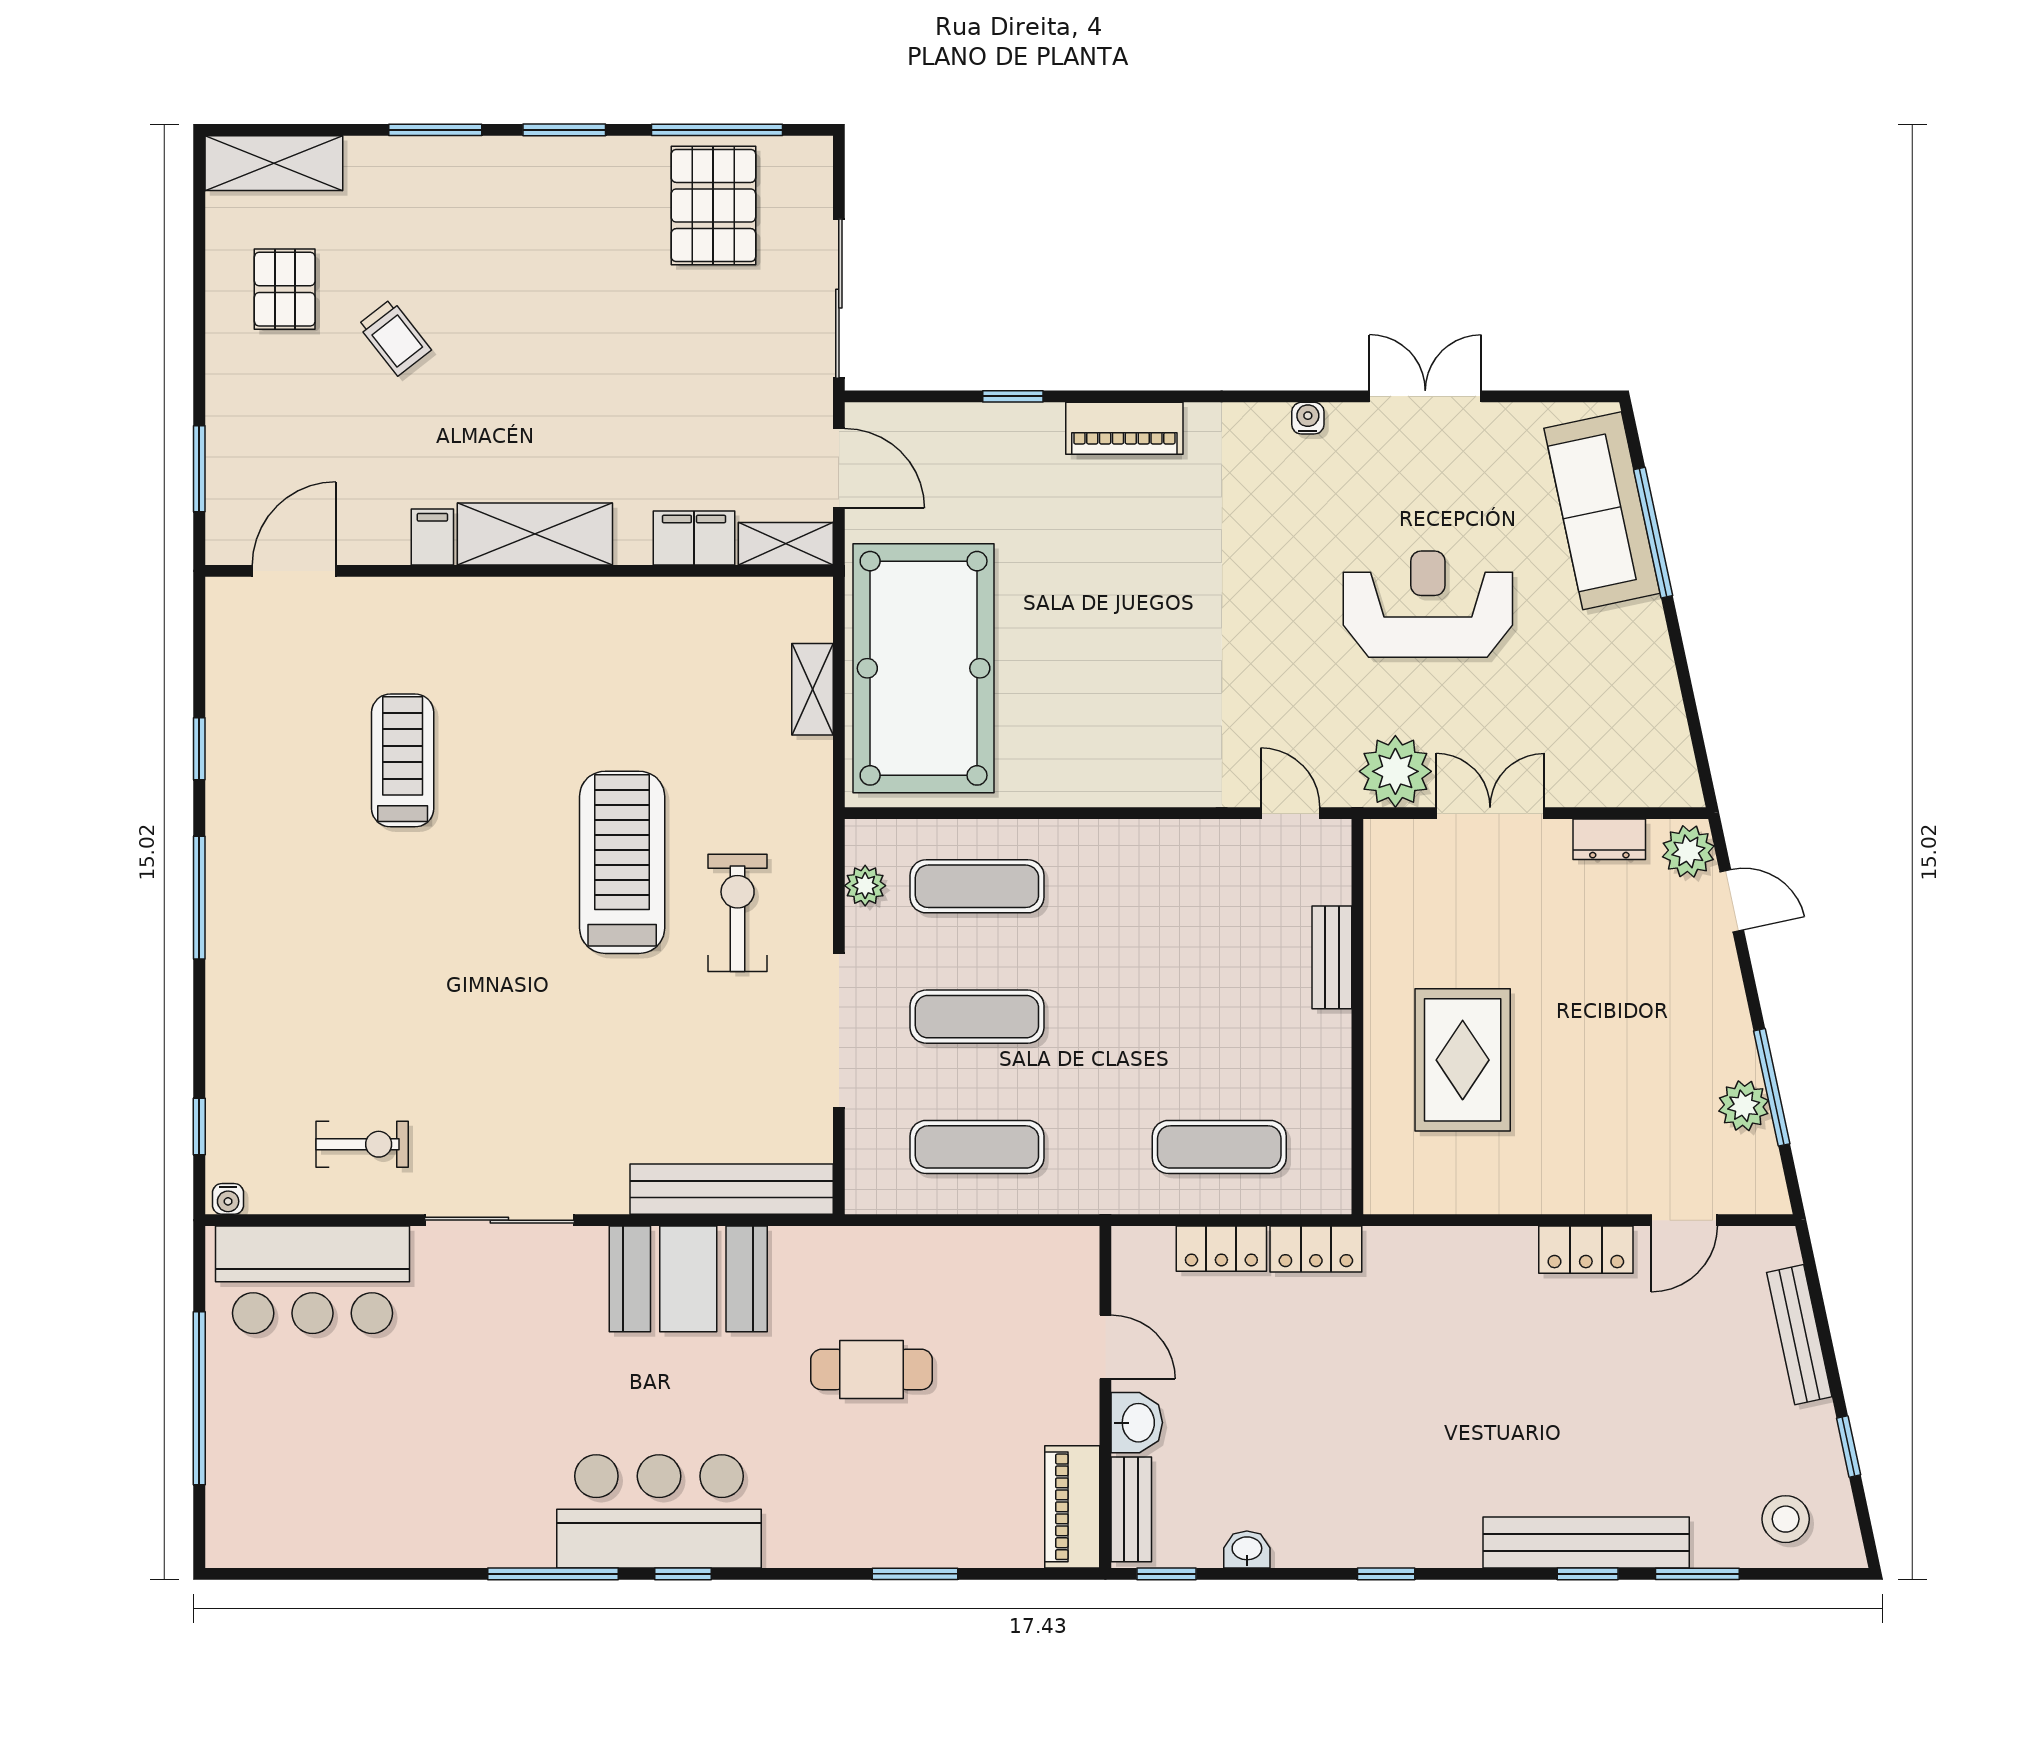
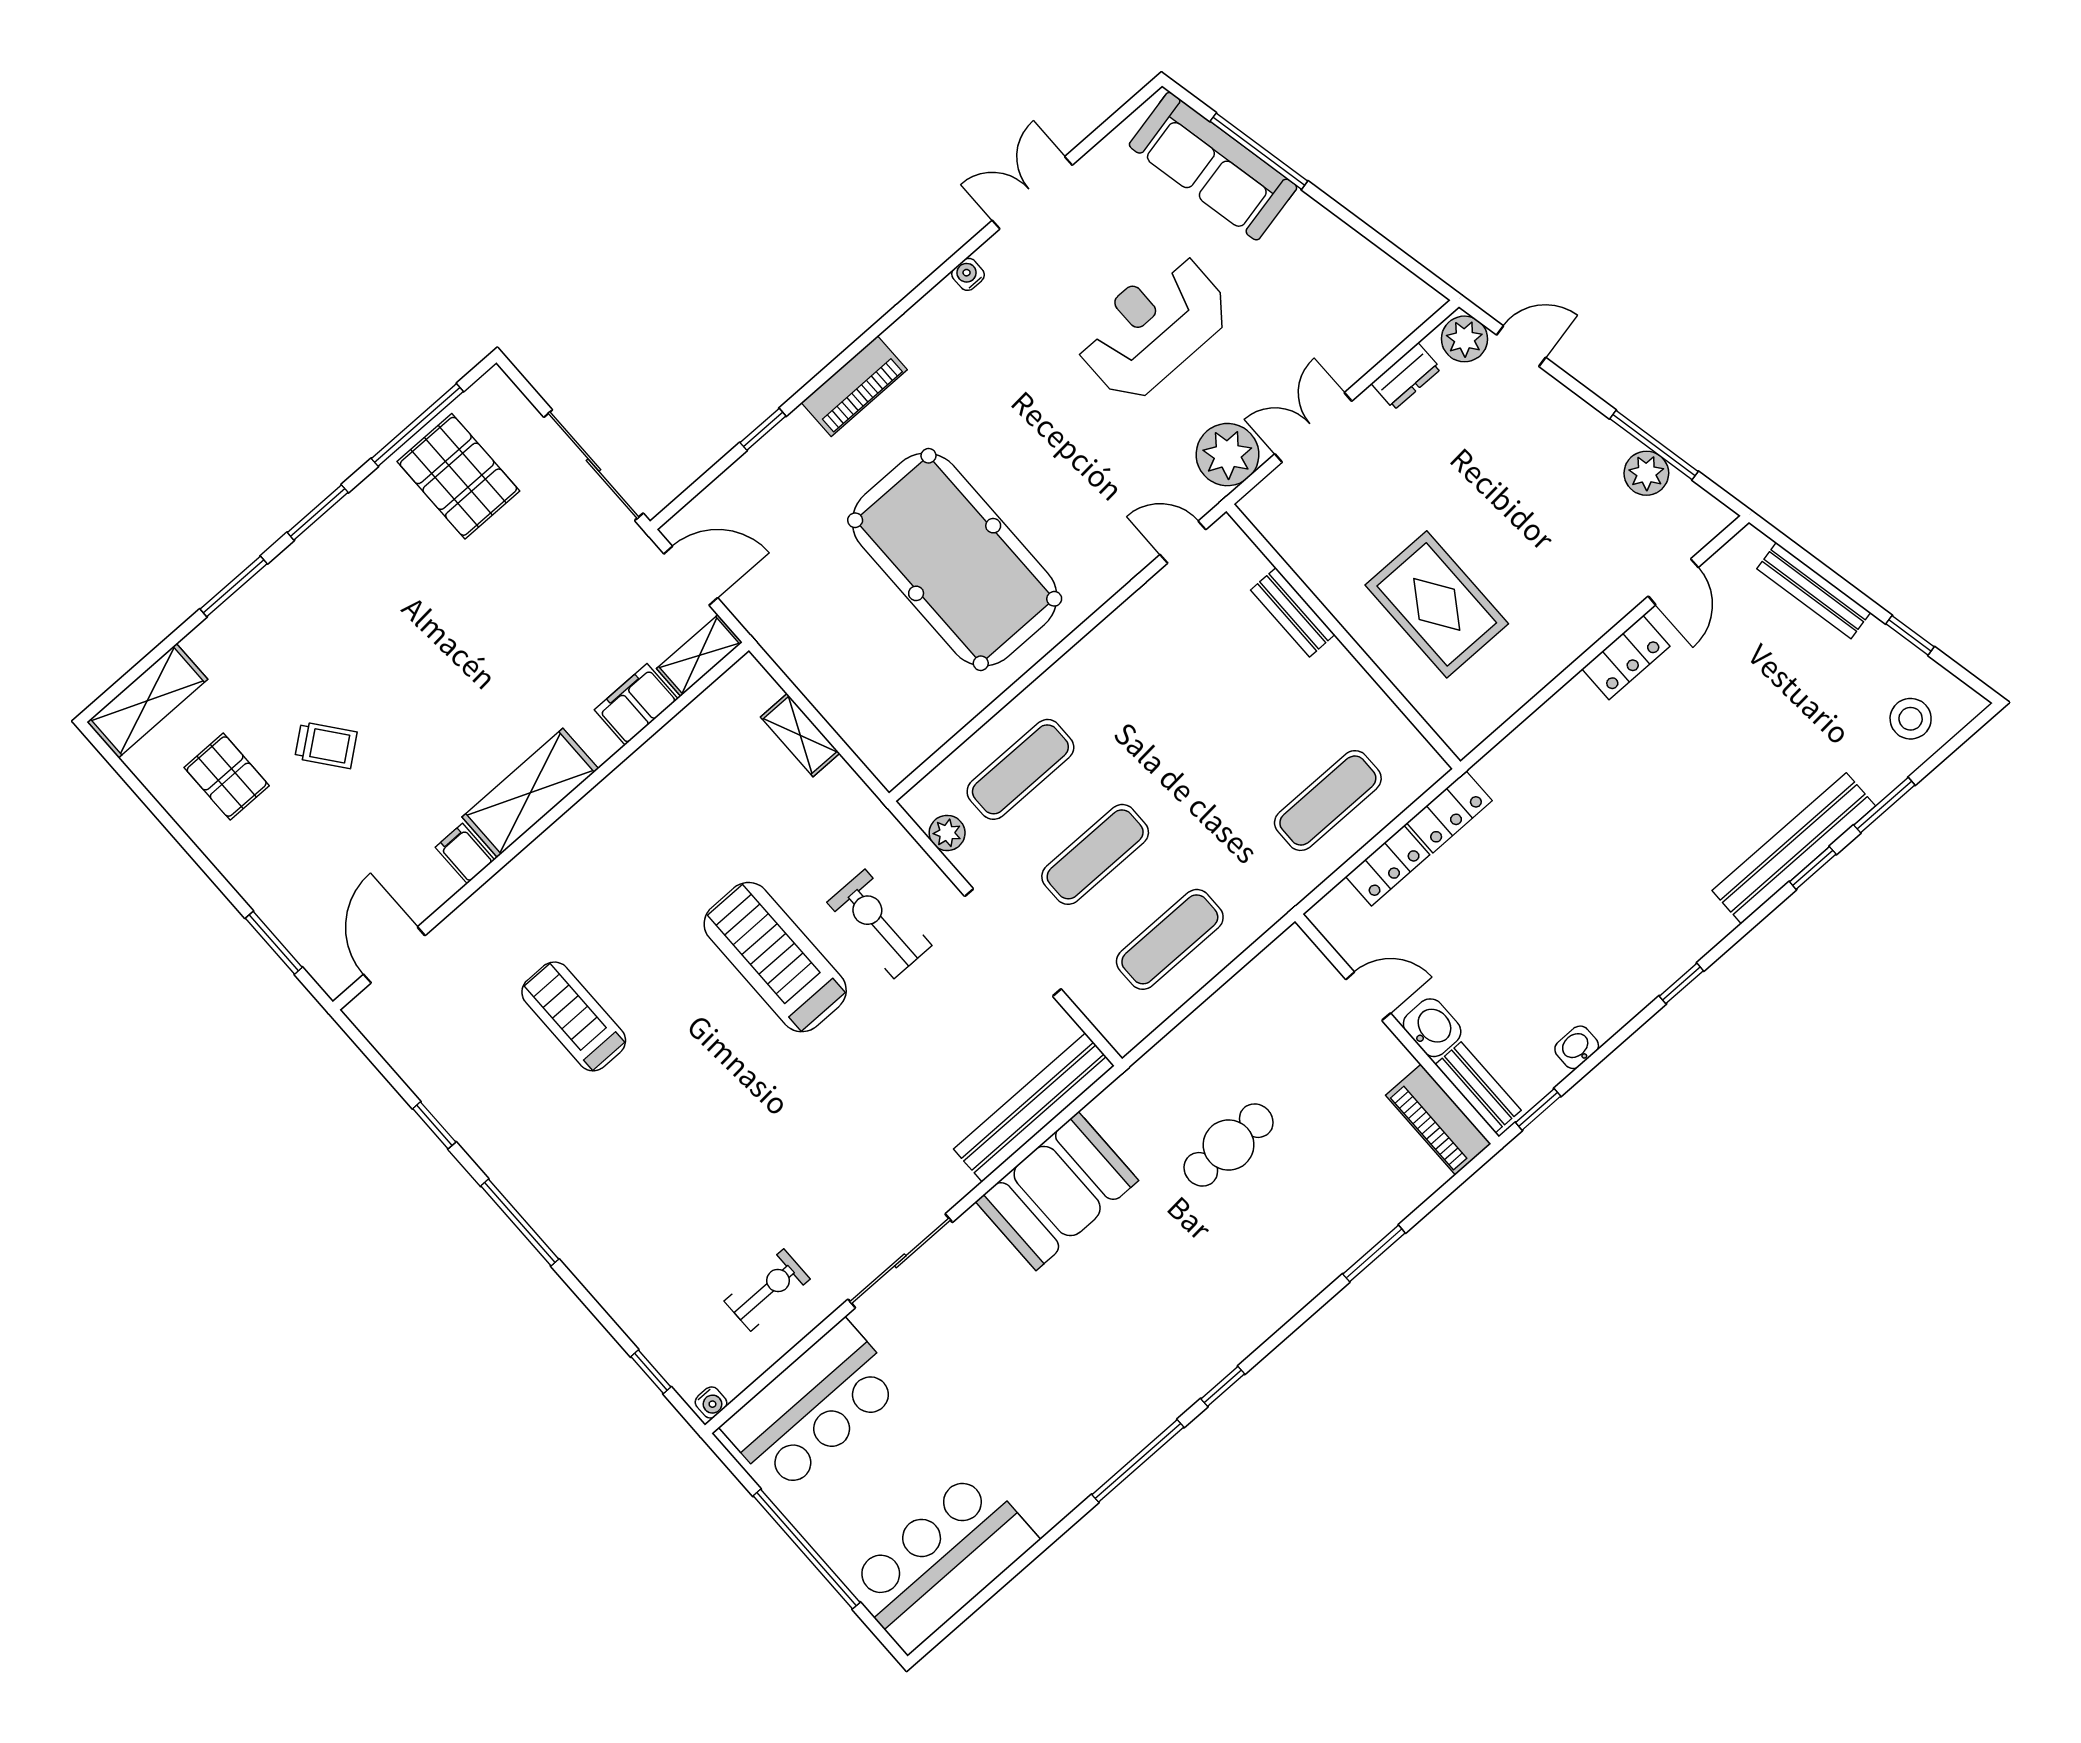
pool table: (924, 668) -> (955, 560), moved
bar counter: (659, 1511) -> (942, 1561), moved

